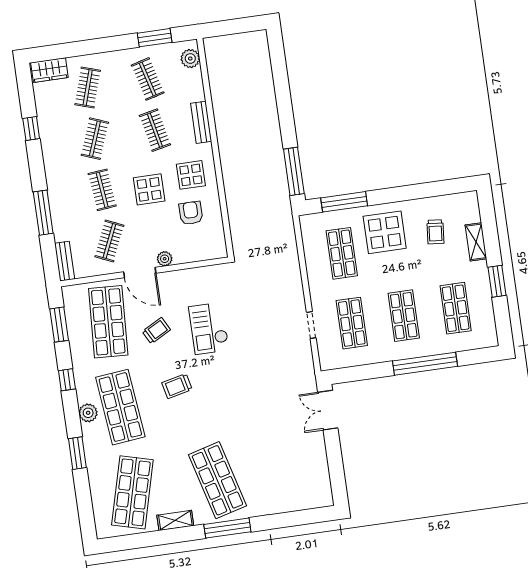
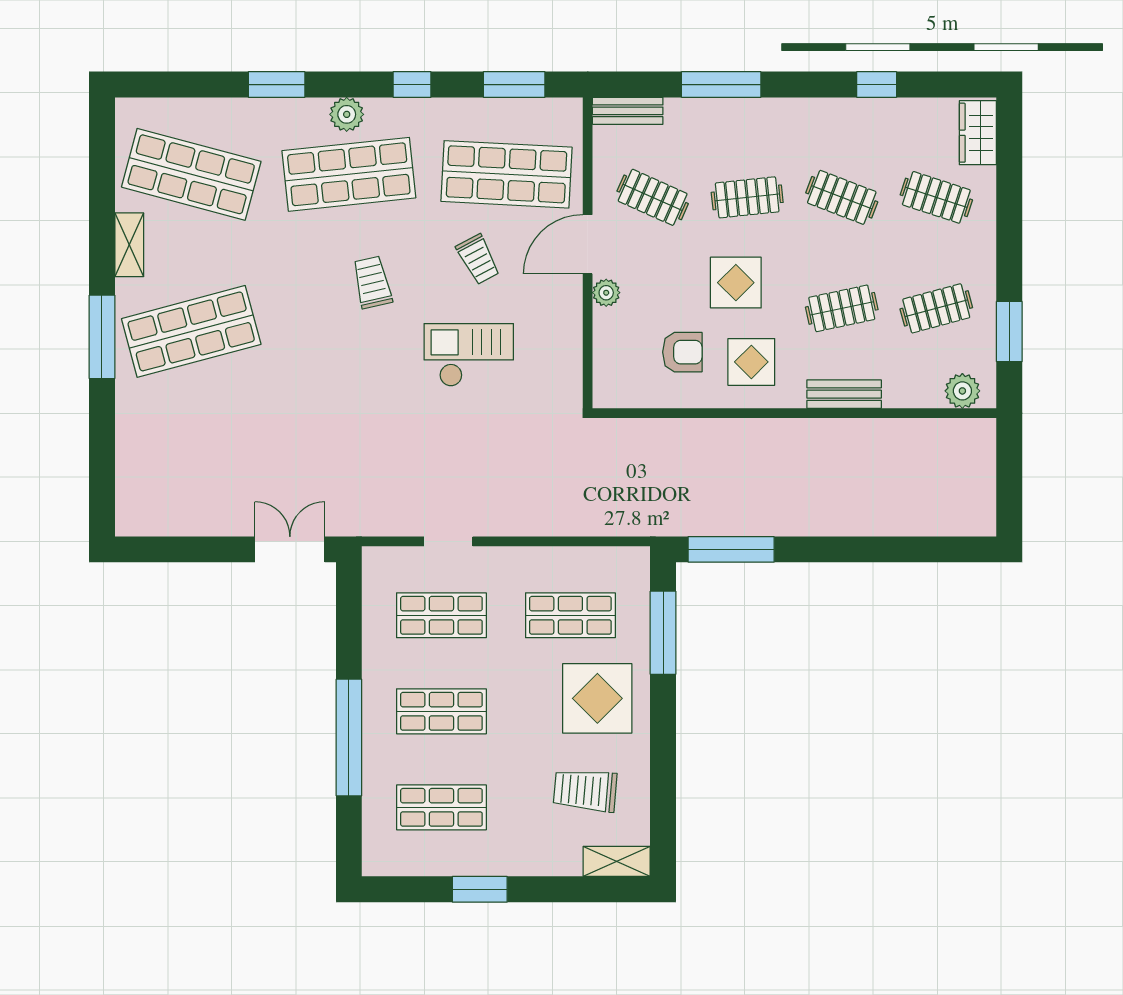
trolley: (435, 232) -> (585, 790), width x1.36, depth x1.39
shelving: (476, 242) -> (617, 861), moved

